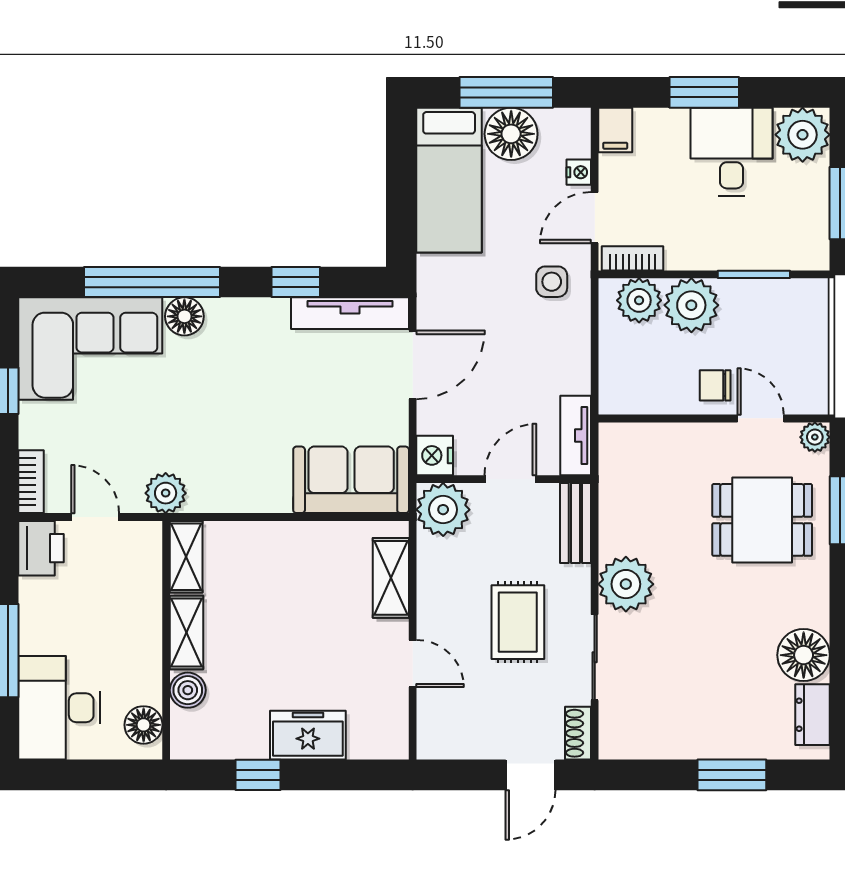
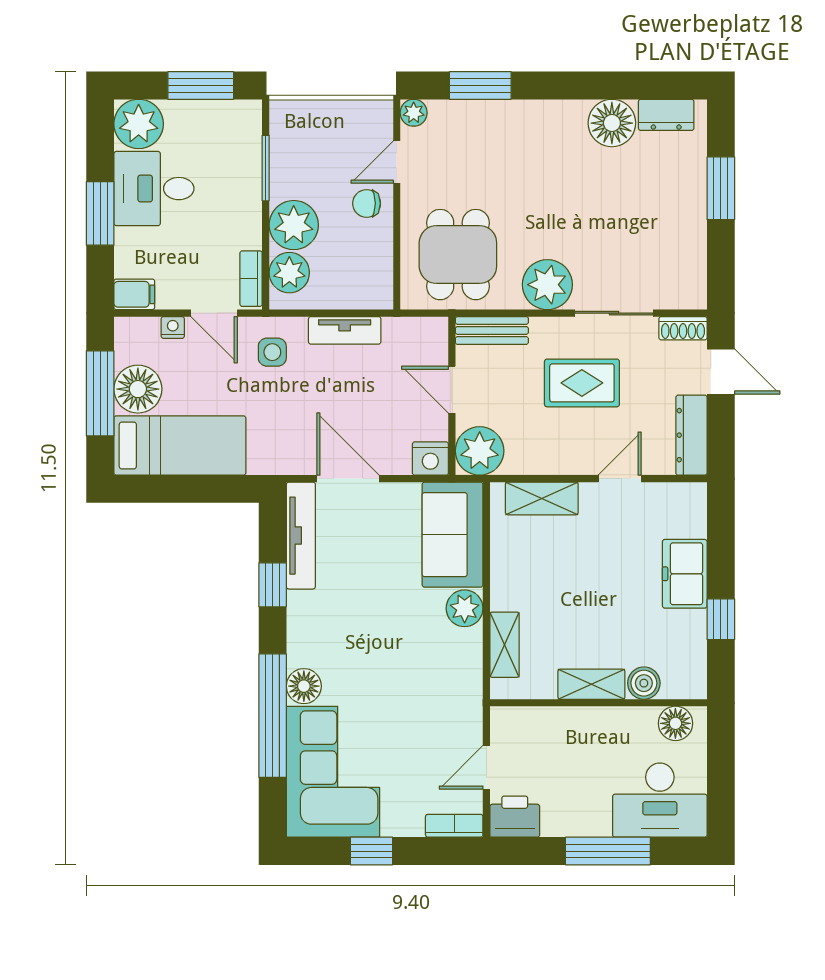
chair: (715, 385) -> (367, 203), turned 90
tv unit: (576, 436) -> (345, 330), moved
plant: (166, 493) -> (465, 608), moved
dining table: (762, 520) -> (458, 255), moved
shelving: (186, 557) -> (505, 645), moved, turned 90
dresser: (460, 742) -> (691, 435), added

